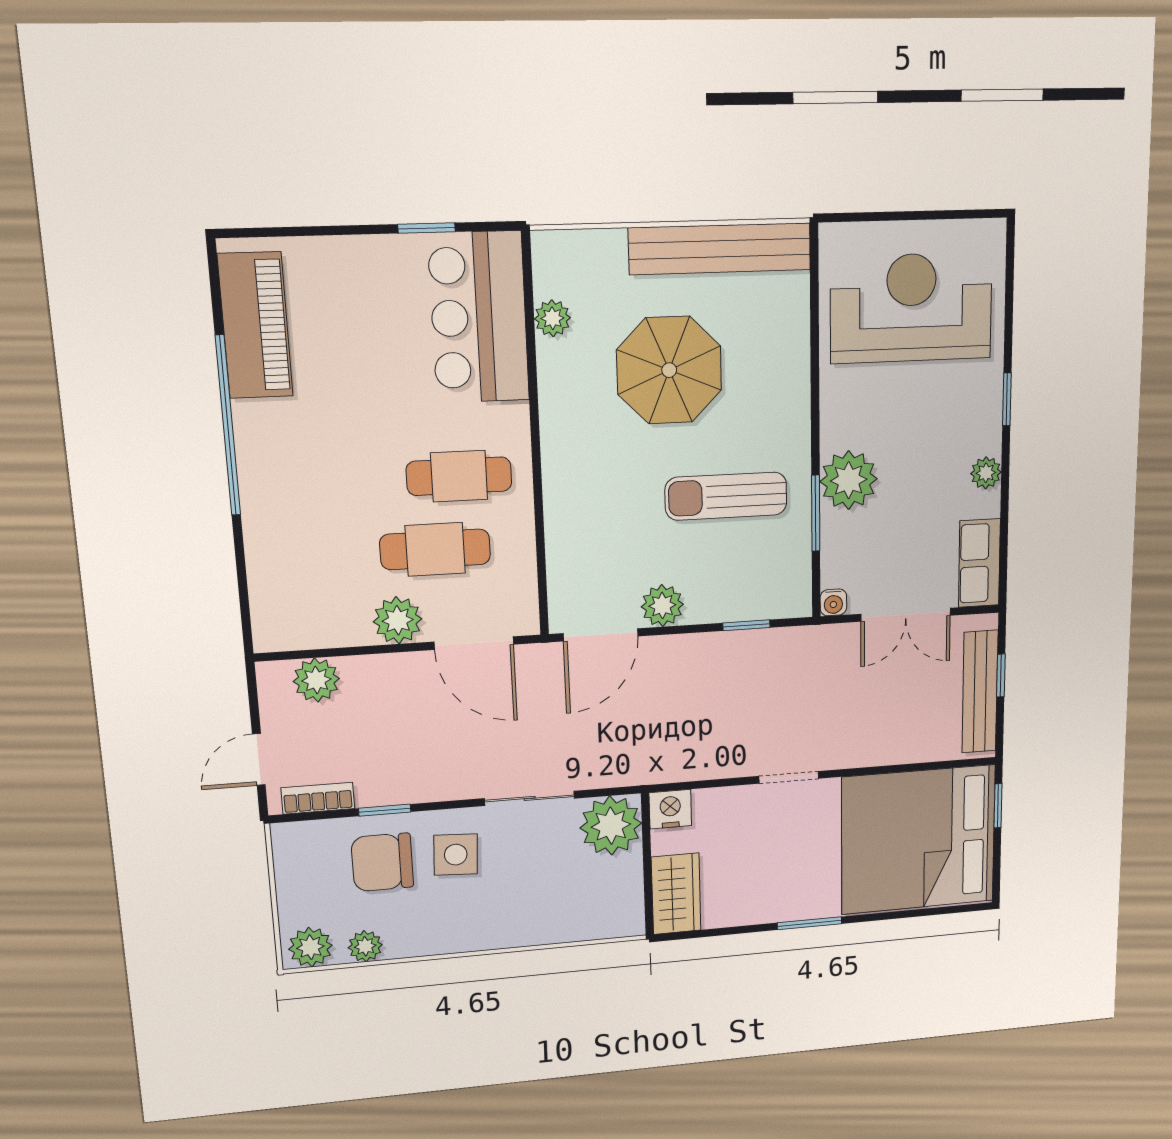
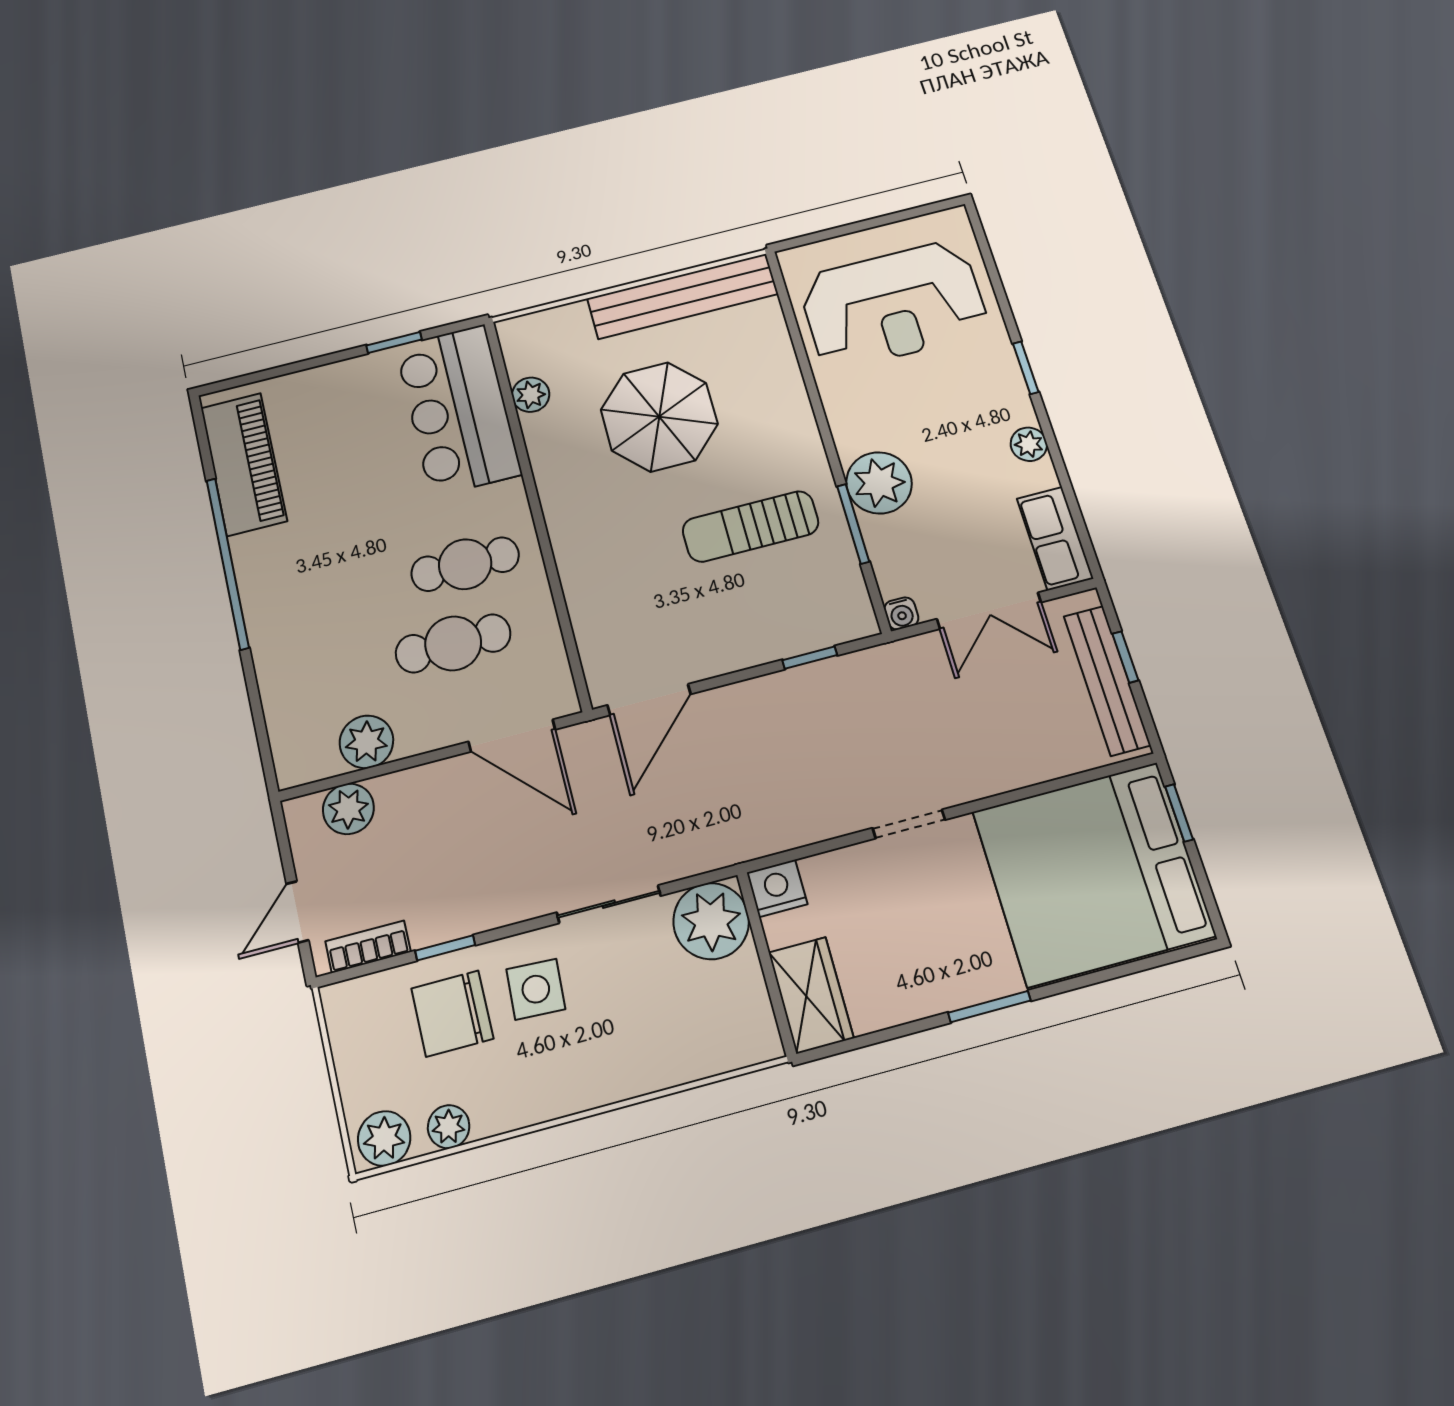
reception desk: (911, 308) -> (893, 305), turned 180
plant: (662, 606) -> (710, 655), removed
plant: (398, 620) -> (366, 742), moved

